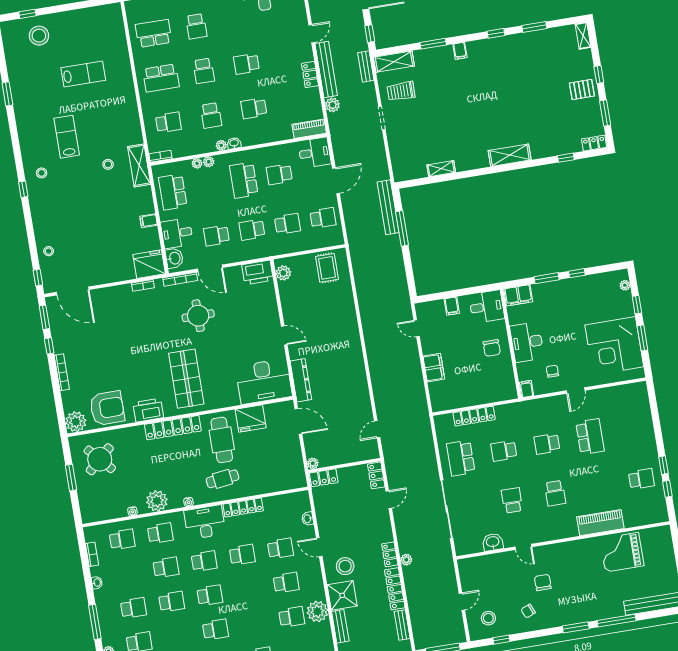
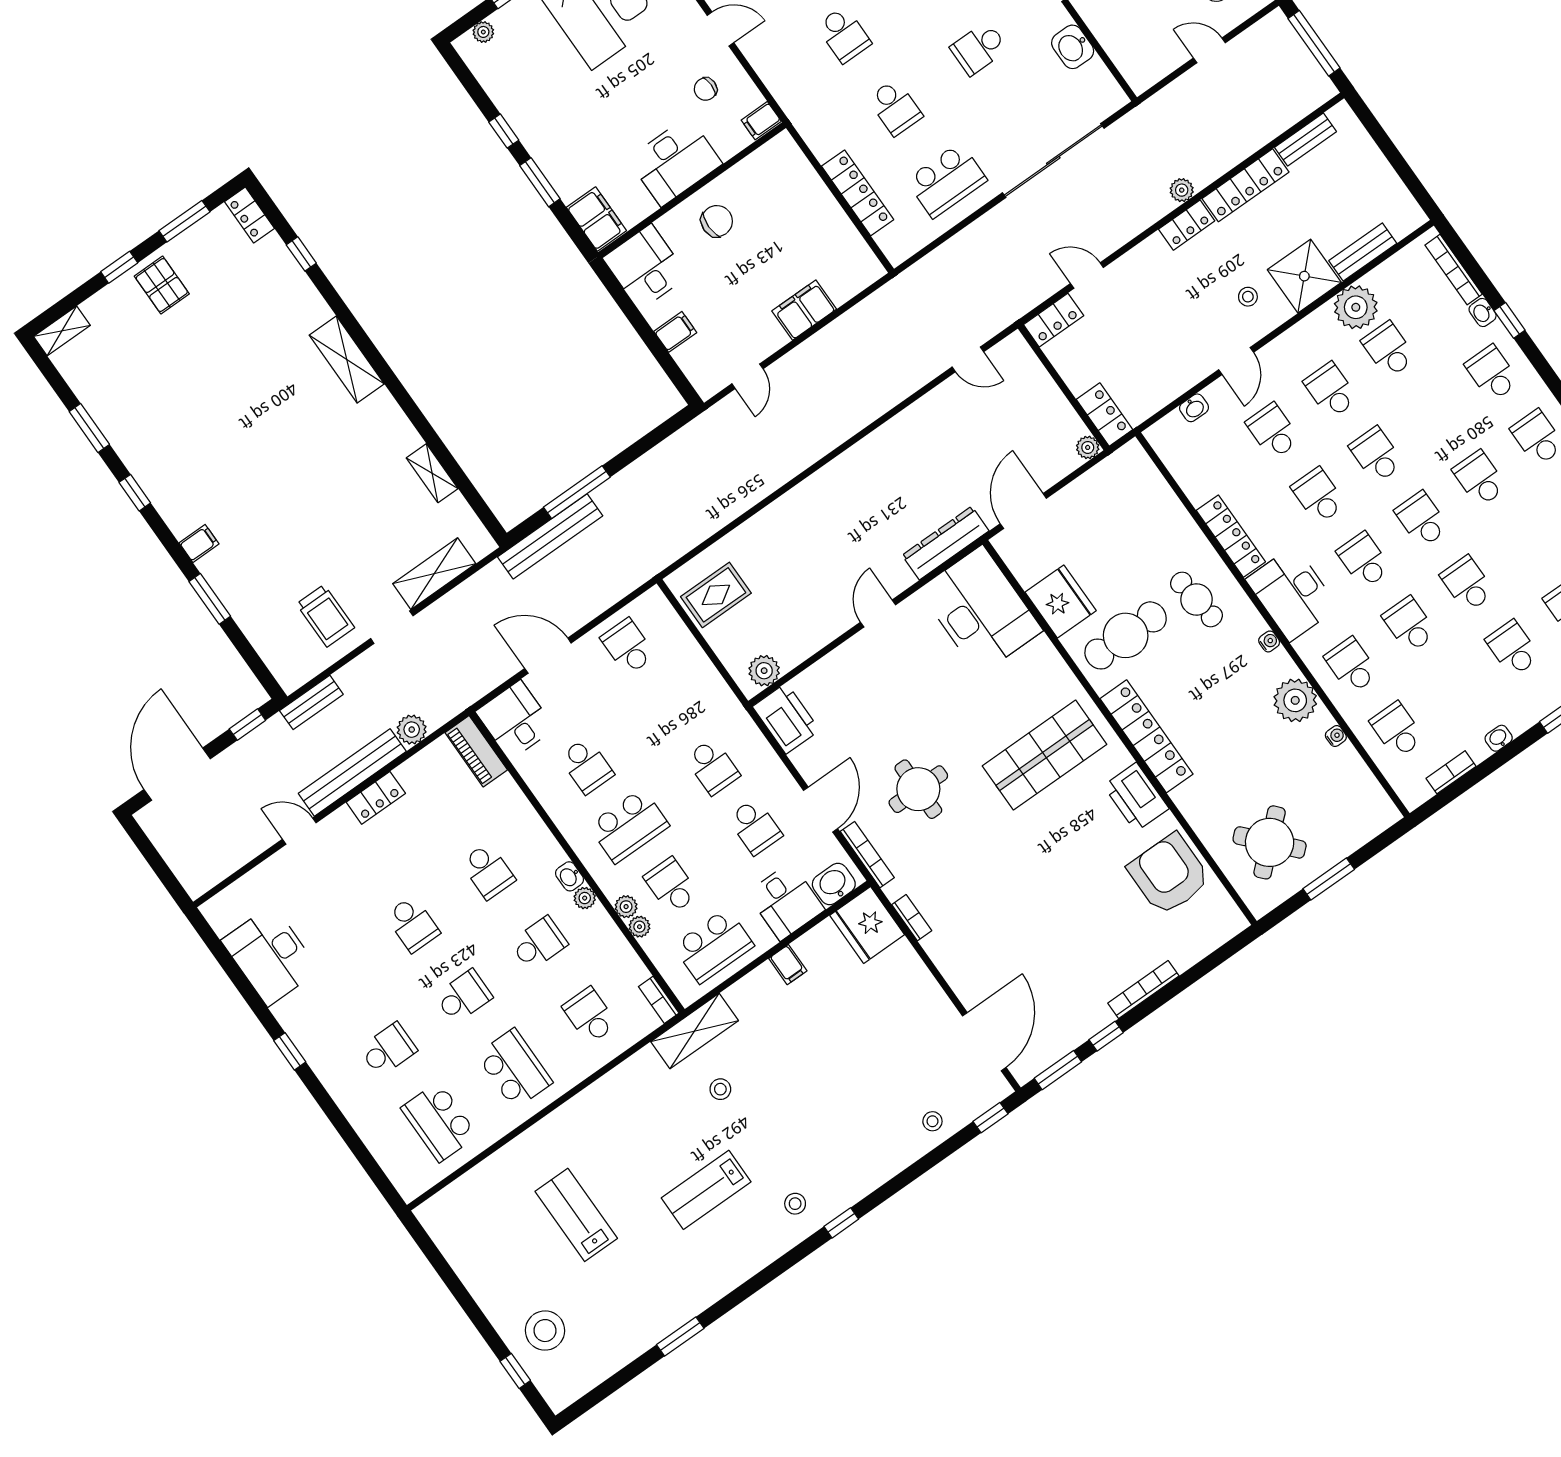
shelving: (394, 62) -> (434, 574), moved, turned 90
school desk: (287, 224) -> (671, 886), moved
plant: (76, 422) -> (1222, 920), removed
stool: (345, 566) -> (1248, 297), width x0.53, depth x0.53
school desk: (248, 589) -> (1376, 455), added

